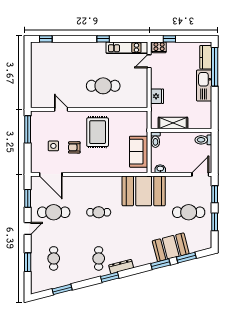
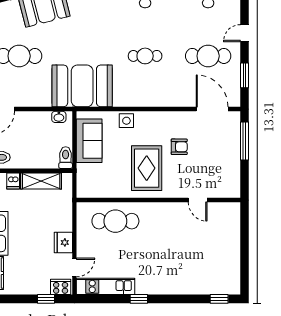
cafe table: (103, 86) -> (115, 221), moved
fridge: (157, 96) -> (63, 242), moved
dishwasher: (193, 123) -> (13, 181), added
window: (28, 129) -> (245, 141), moved
side table: (53, 146) -> (126, 121), moved

